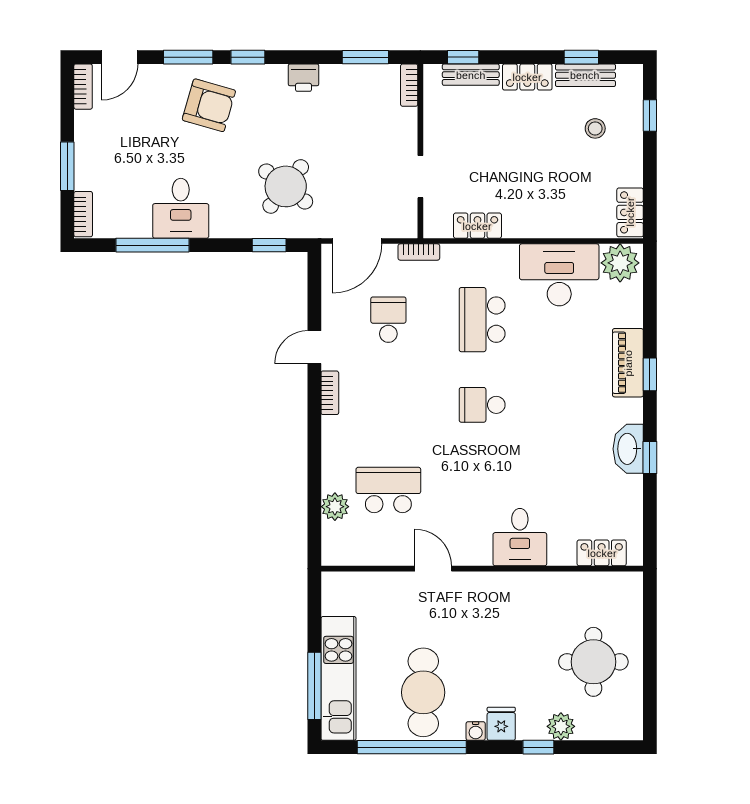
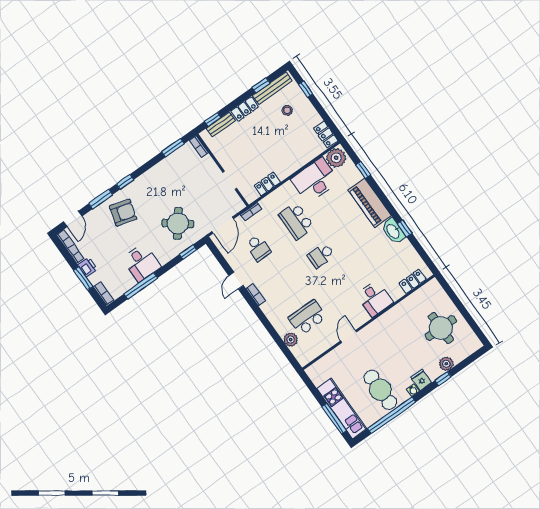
bench: (585, 75) -> (272, 88), width x1.36
printer: (303, 78) -> (87, 267), moved, turned -90
bookcase: (83, 87) -> (70, 247), width x1.56
school desk: (388, 320) -> (258, 248), turned 180
piano: (628, 363) -> (370, 203), width x1.37, depth x1.33
window: (650, 374) -> (363, 170), moved
door: (433, 569) -> (349, 336), hinge flipped

